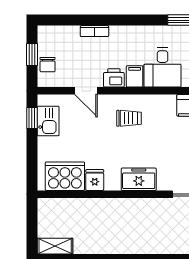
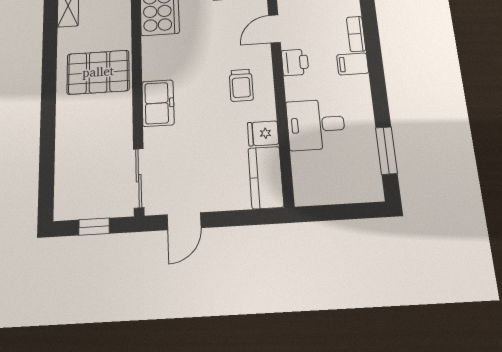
filing cabinet: (135, 76) -> (353, 64), moved, turned 180
fridge: (95, 180) -> (263, 133), moved, turned 180
pallet: (111, 223) -> (98, 72), added

